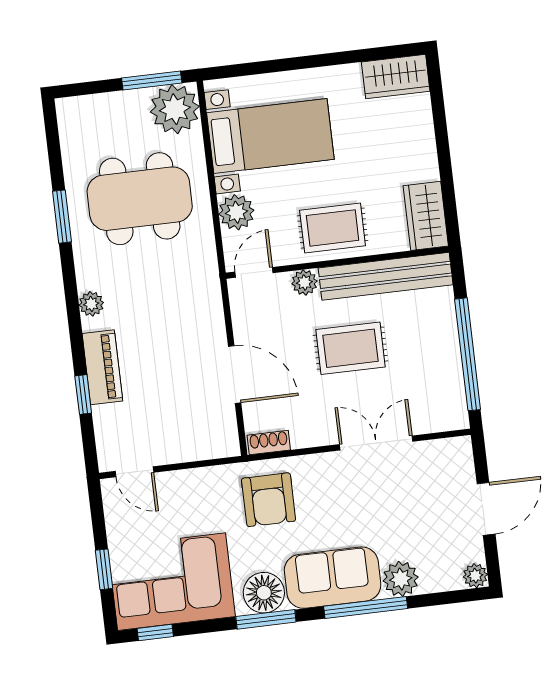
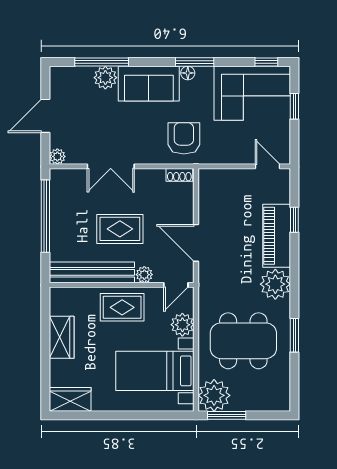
wardrobe: (426, 216) -> (62, 337), moved
plant: (91, 304) -> (275, 284), width x1.87, depth x1.87
piano: (102, 367) -> (277, 236), width x1.37, depth x1.33
door: (235, 374) -> (196, 243), moved
plant: (475, 576) -> (57, 156), moved
floor lamp: (264, 593) -> (188, 73), width x0.53, depth x0.53
window: (366, 607) -> (102, 62), moved

